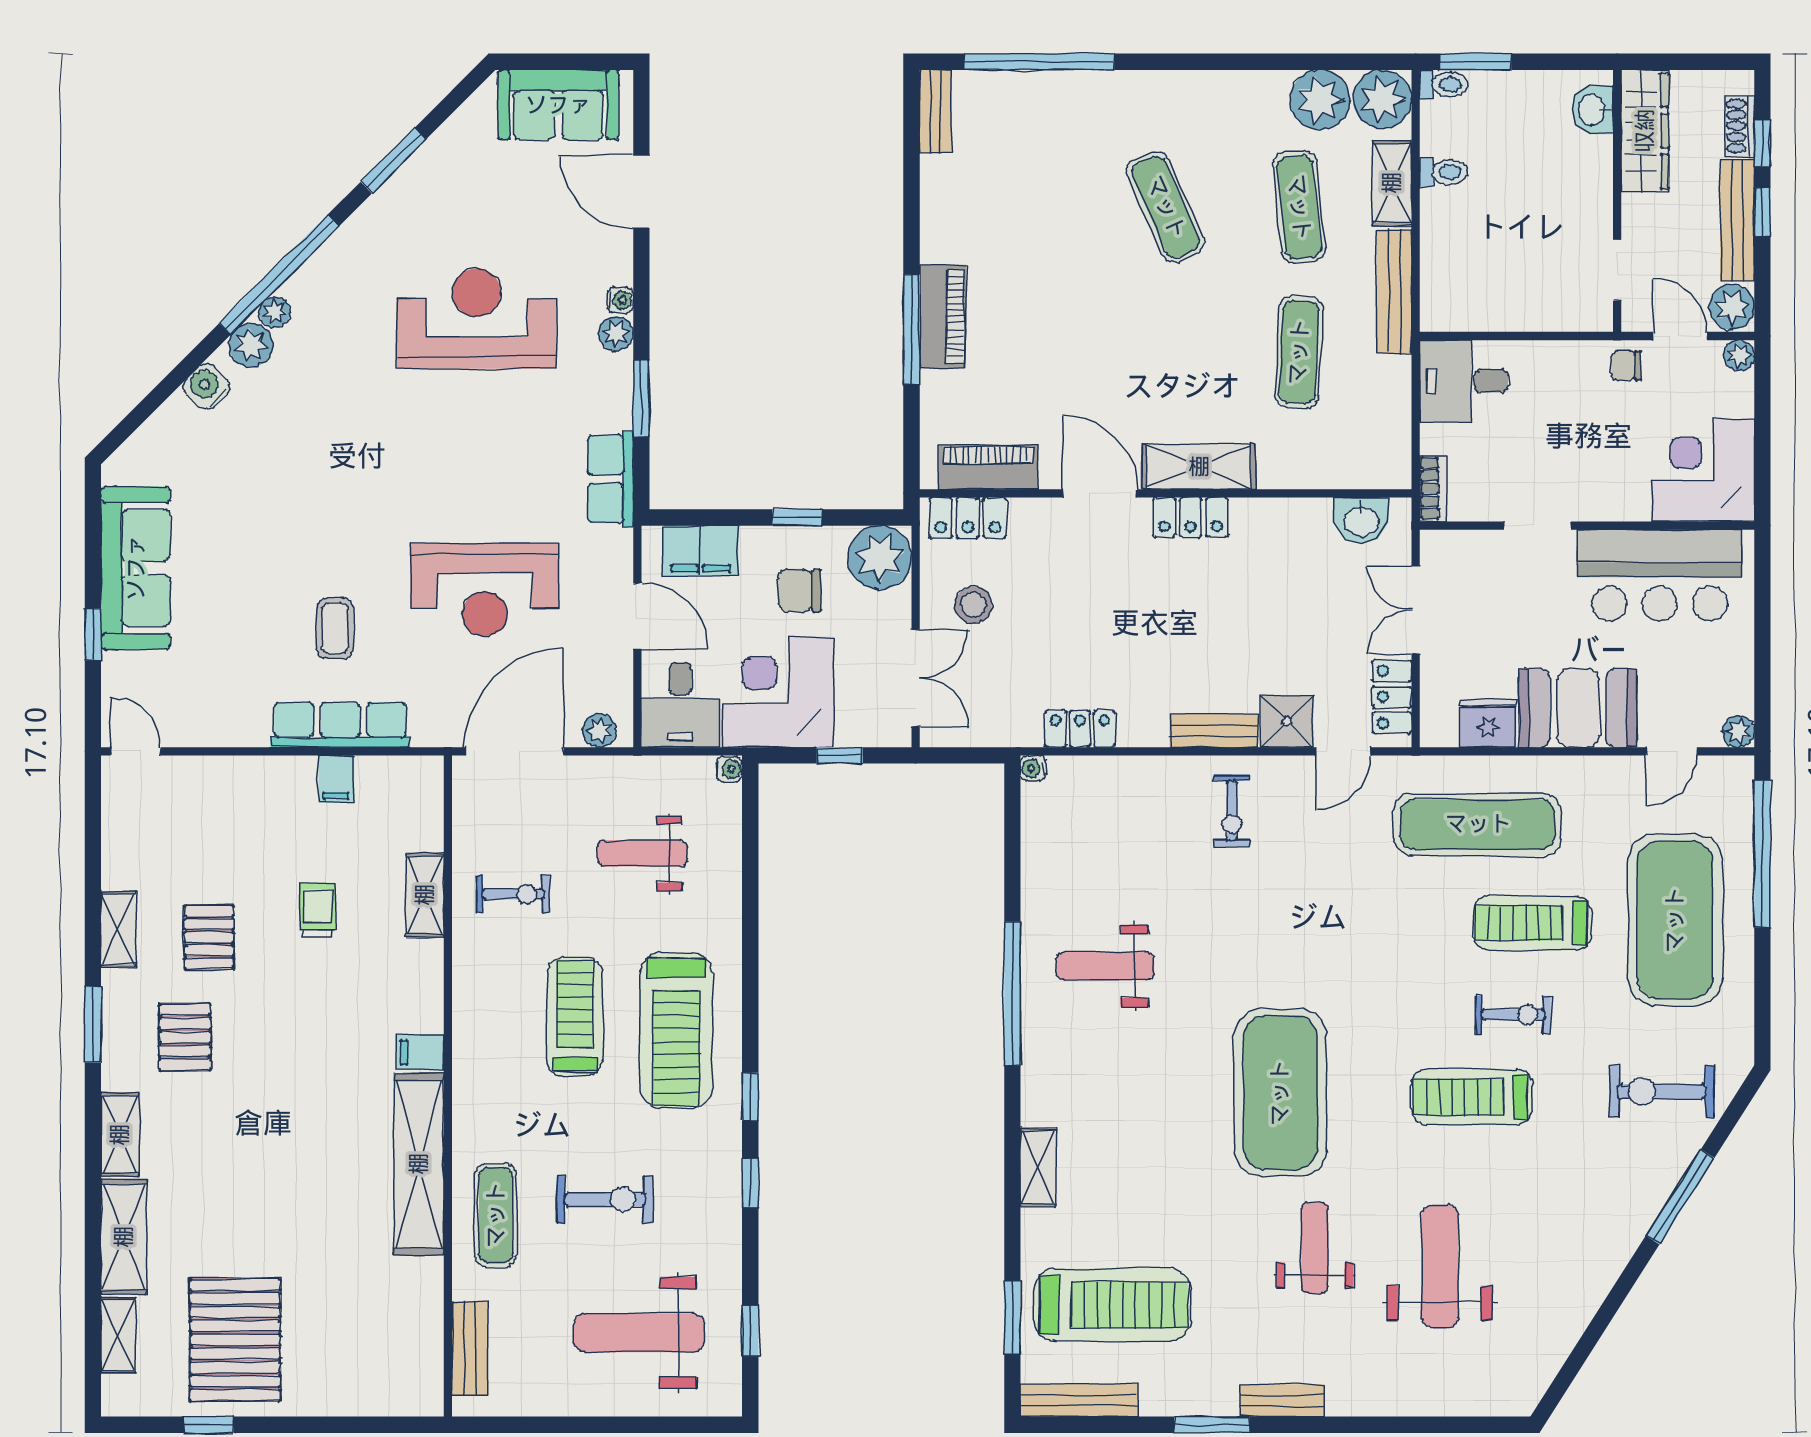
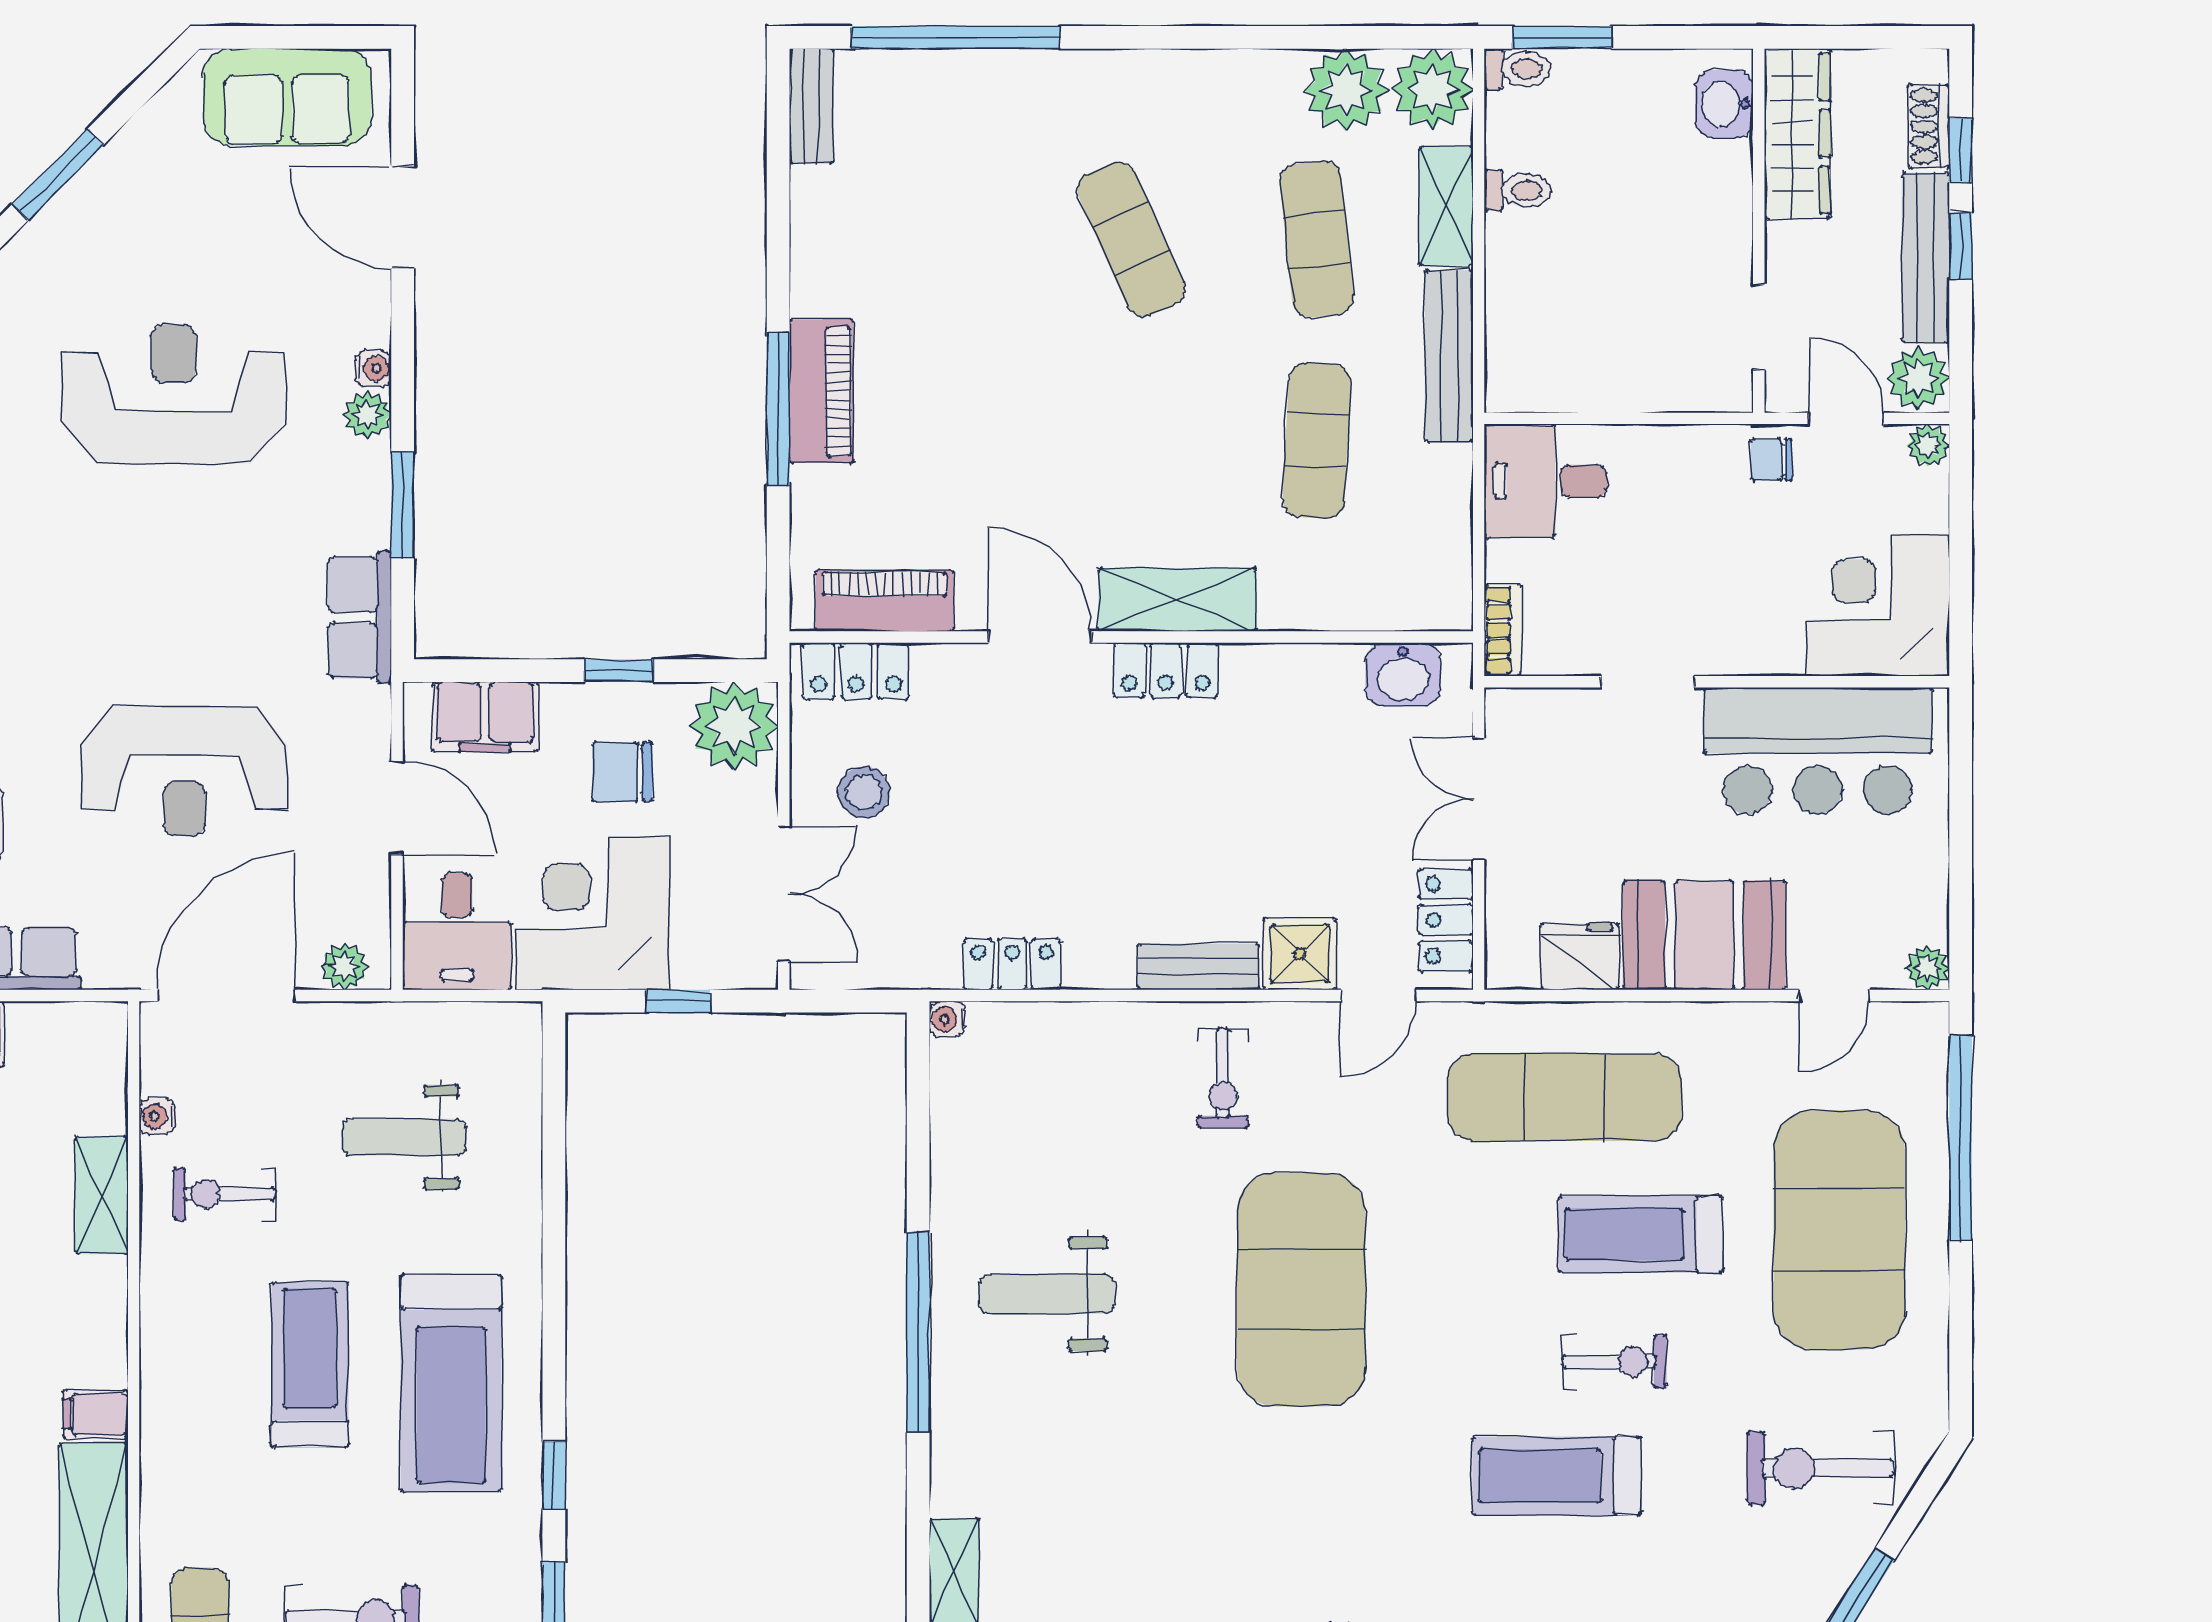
water cooler: (729, 769) -> (157, 1116), moved, turned 180
exercise bike: (513, 894) -> (224, 1194), turned 180
exercise mat: (1280, 1093) -> (1301, 1290), moved

